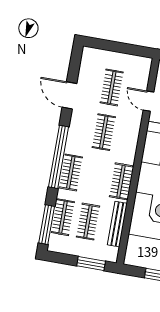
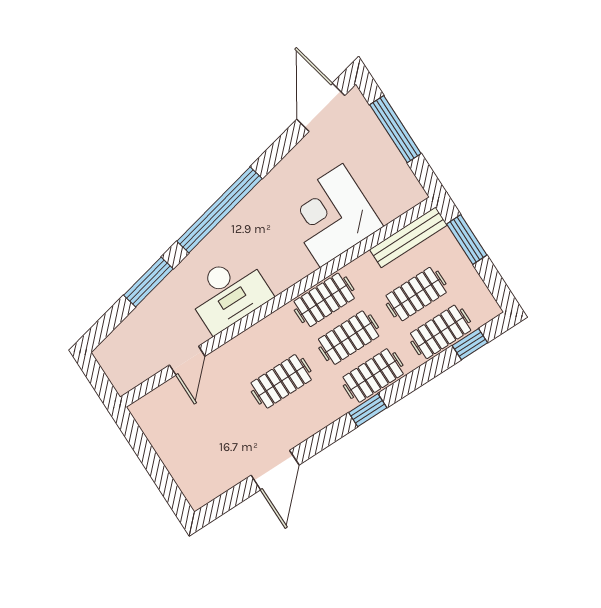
clothes rail: (112, 87) -> (349, 338), moved
window: (59, 157) -> (368, 410), width x0.32
bench: (117, 224) -> (408, 237), moved
window: (47, 225) -> (470, 344), width x0.46

